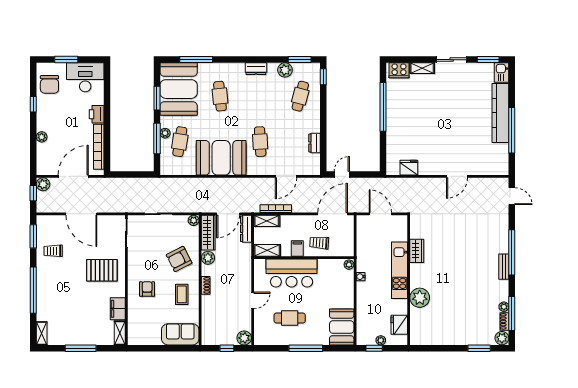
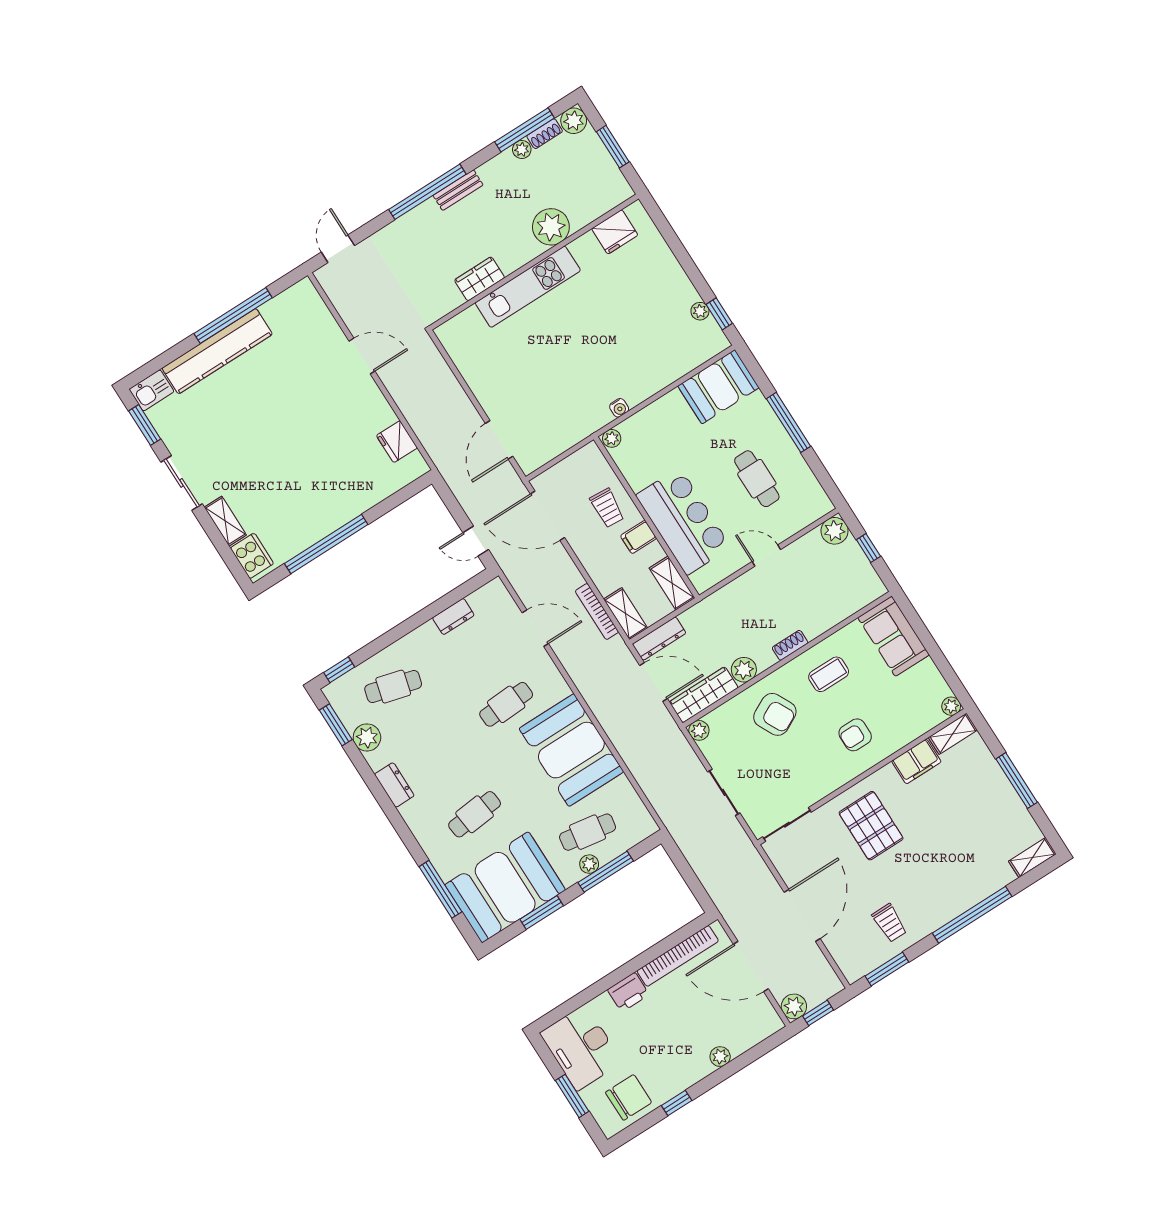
wardrobe: (417, 251) -> (480, 279), moved
kitchen unit: (399, 270) -> (528, 287), moved
wall: (409, 280) -> (534, 262), moved
plant: (420, 298) -> (551, 227), moved
fridge: (399, 325) -> (615, 232), moved
plant: (133, 340) -> (951, 706), added

